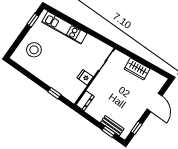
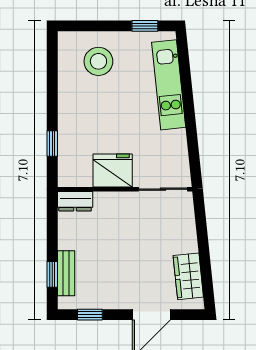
wardrobe: (137, 69) -> (188, 276), moved
fridge: (85, 77) -> (113, 171), width x1.88, depth x1.34

